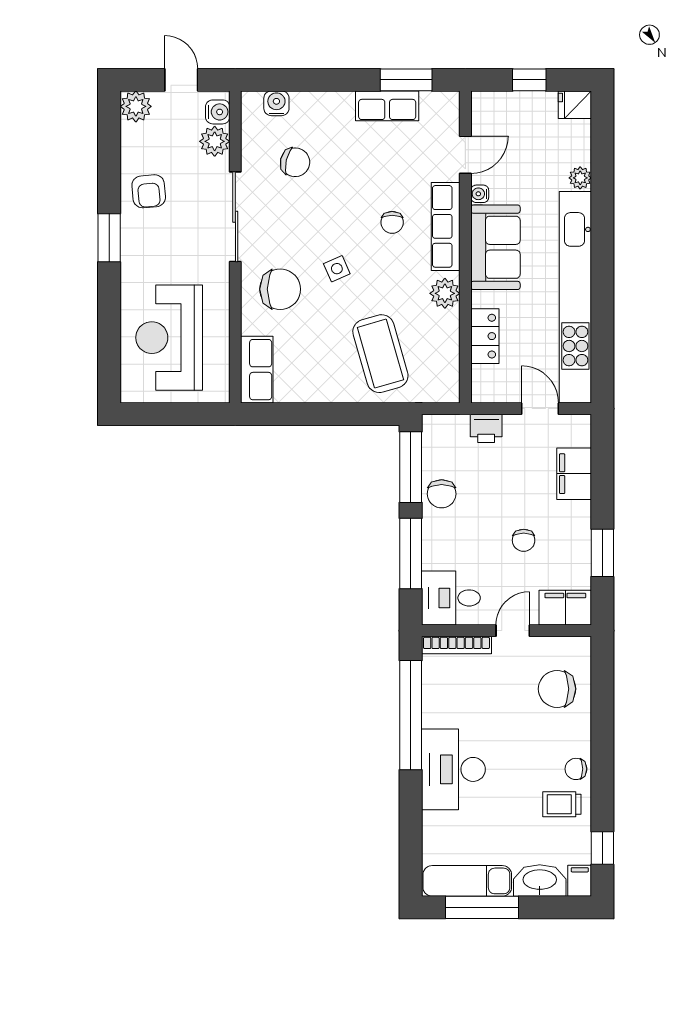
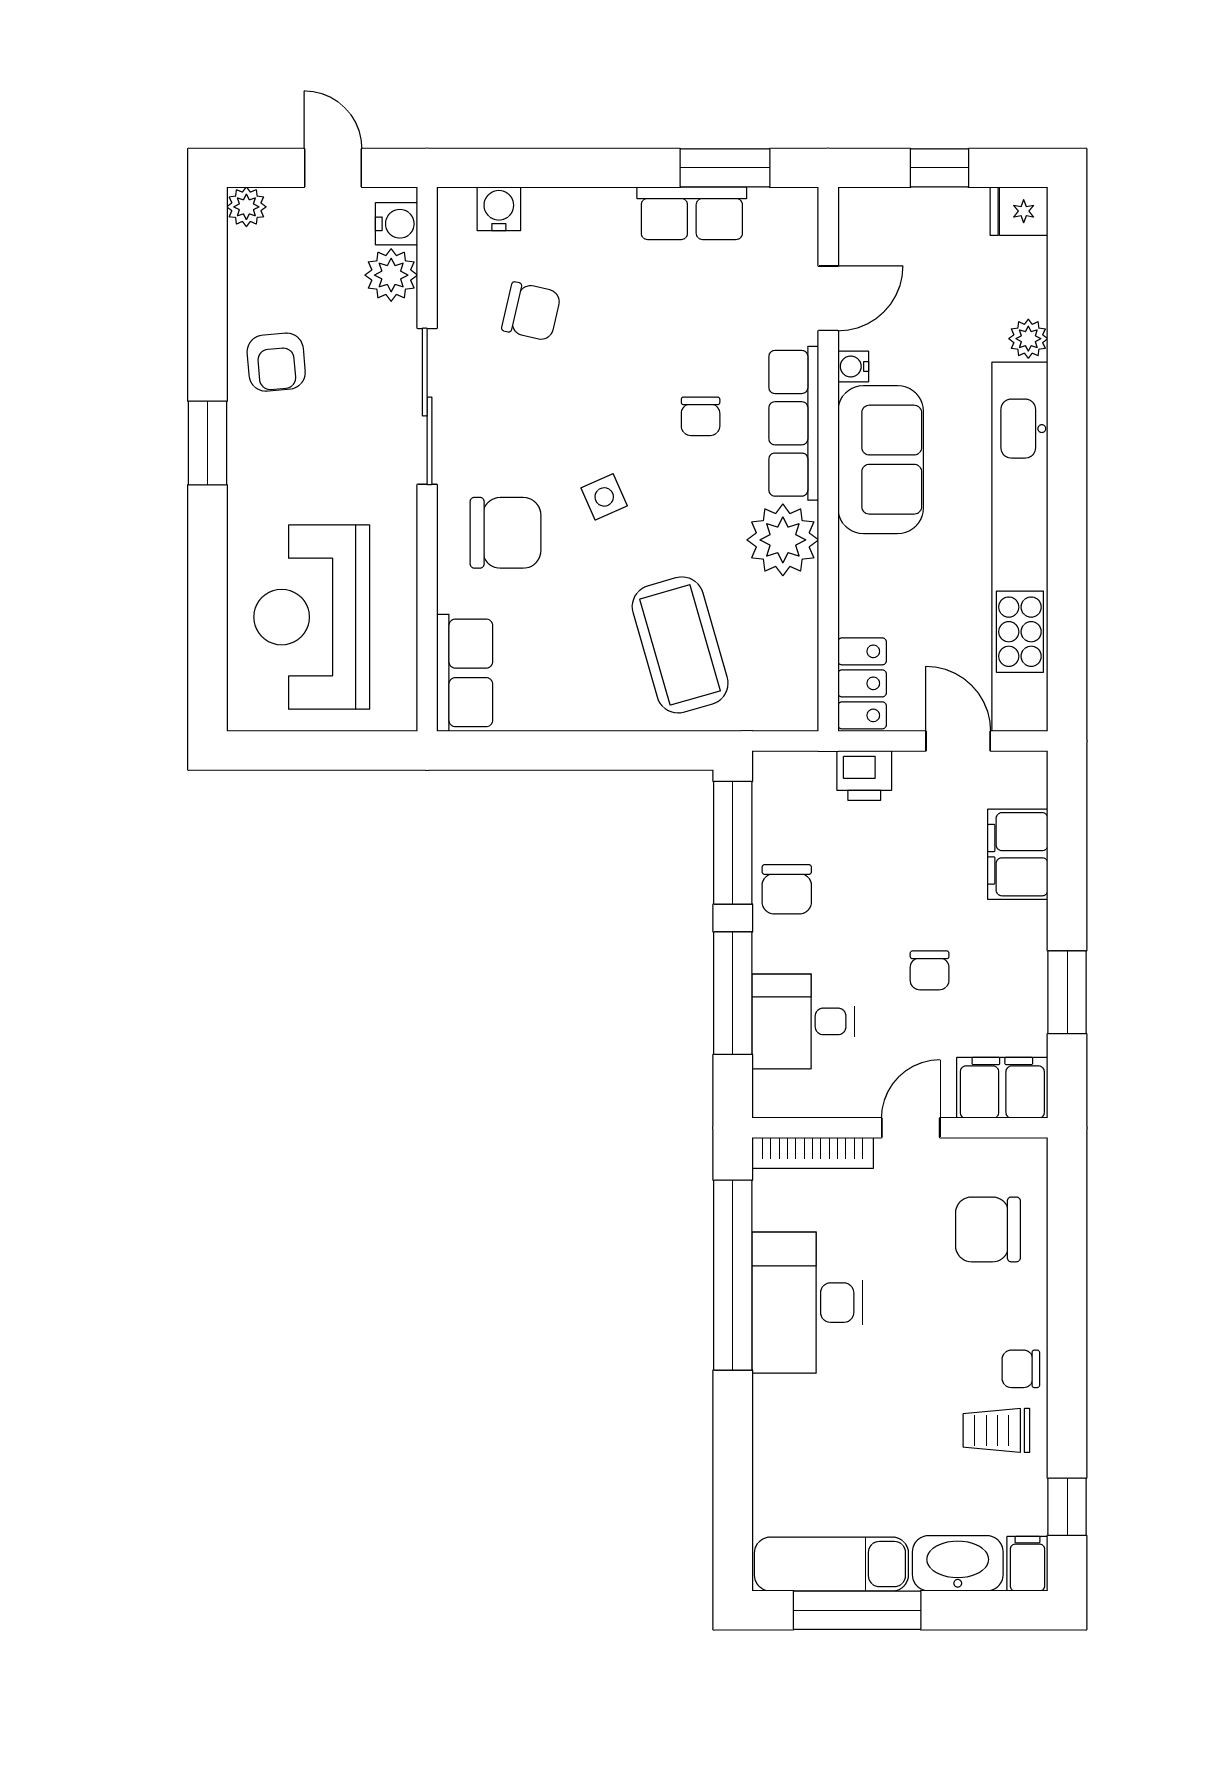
plant: (136, 106) -> (246, 207), width x0.73, depth x0.73
plant: (445, 293) -> (783, 540), width x1.36, depth x1.36
locker: (485, 336) -> (862, 683), moved
desk: (451, 598) -> (803, 1021), moved
desk: (453, 769) -> (807, 1303), moved

